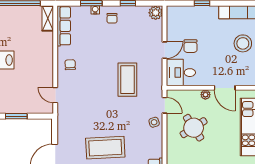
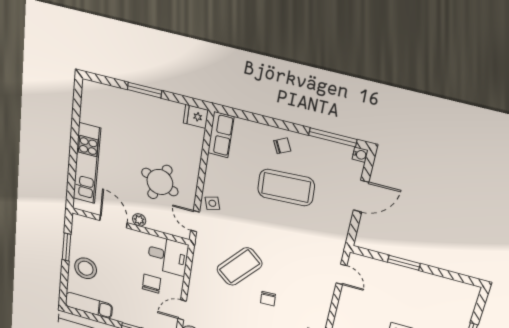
door: (165, 50) -> (182, 310), moved
chair: (70, 65) -> (268, 299), moved
coffee table: (127, 80) -> (239, 267), turned 40
round table: (194, 128) -> (160, 182), turned -35

